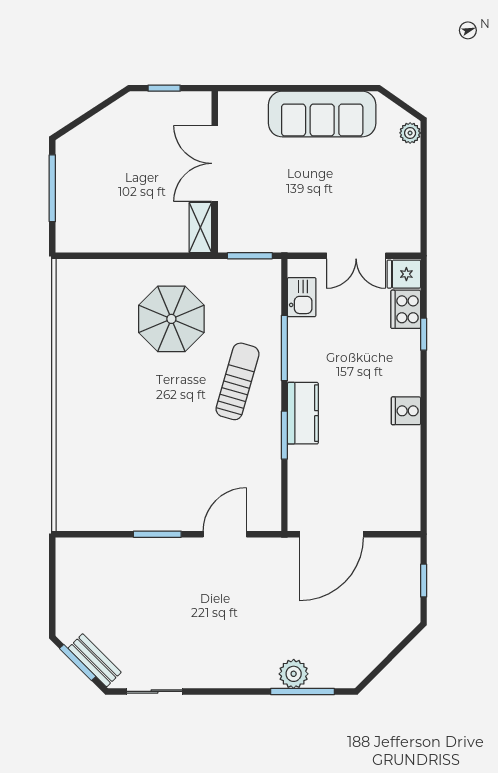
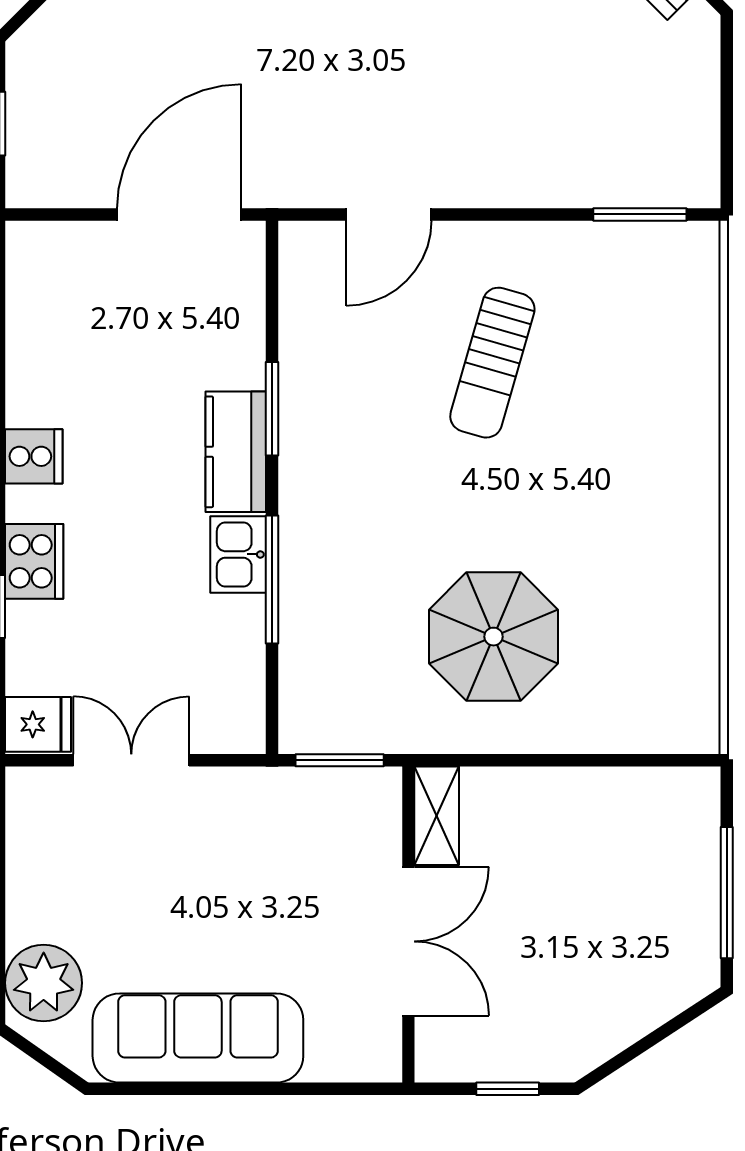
plant: (410, 133) -> (44, 983), width x1.88, depth x1.88
kitchen sink: (302, 297) -> (238, 554), moved
cooker: (406, 309) -> (34, 561), moved
sun lounger: (237, 381) -> (492, 363), moved
window: (157, 534) -> (640, 214), moved

